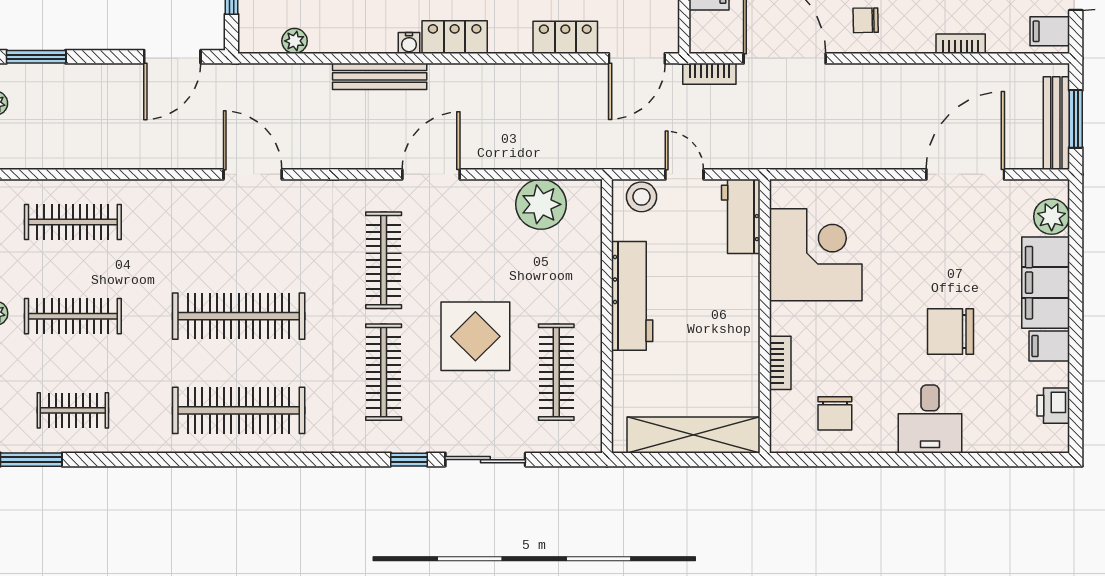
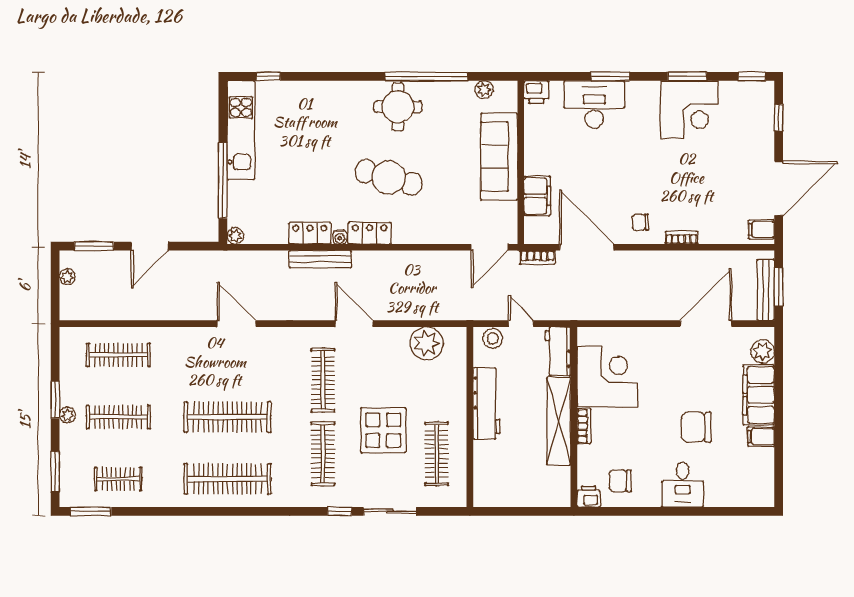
locker: (565, 37) -> (310, 233), moved
plant: (295, 41) -> (235, 236), moved
bookcase: (961, 44) -> (681, 238), moved
door: (172, 57) -> (150, 246), moved
door: (431, 174) -> (354, 324), hinge flipped
bookcase: (780, 363) -> (584, 426), moved
printer: (1053, 406) -> (589, 497), moved, turned 90
chair: (835, 413) -> (620, 481), turned 90
shelving: (694, 435) -> (559, 421), moved, turned 90

